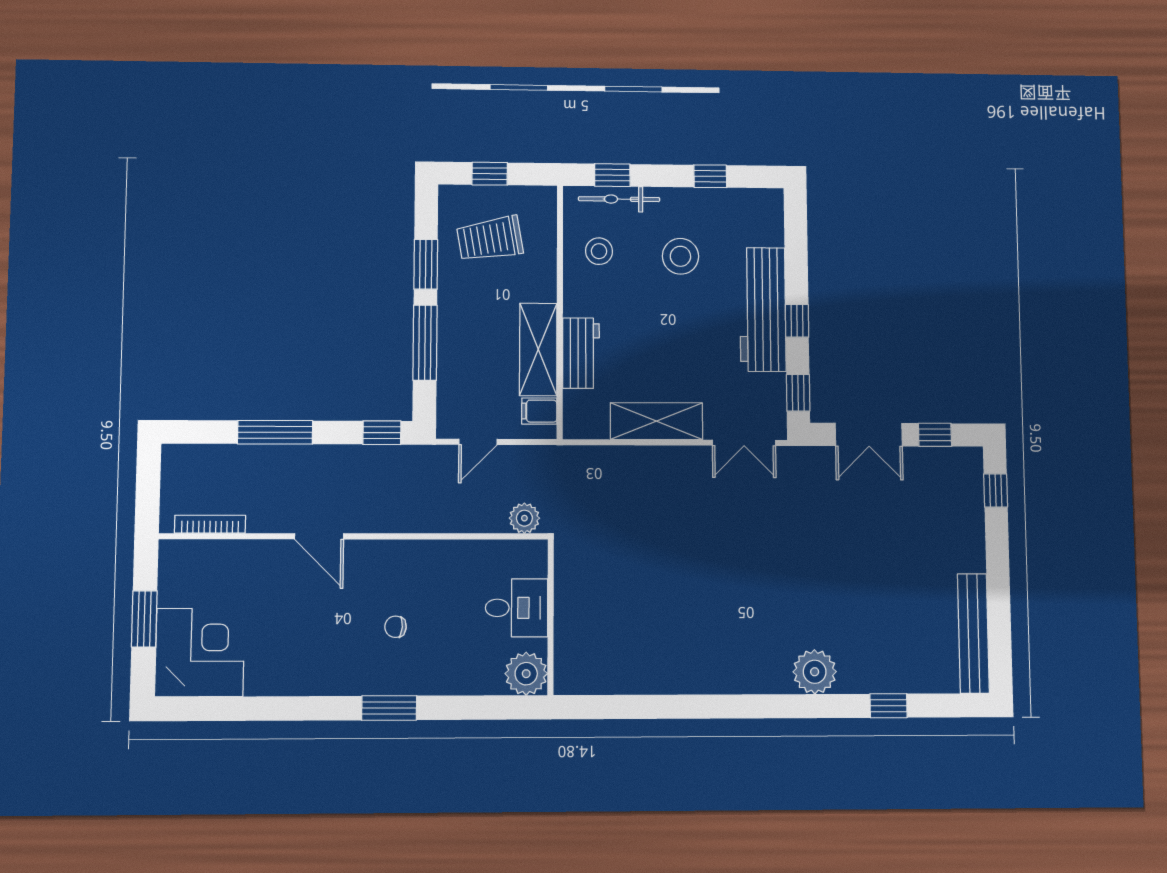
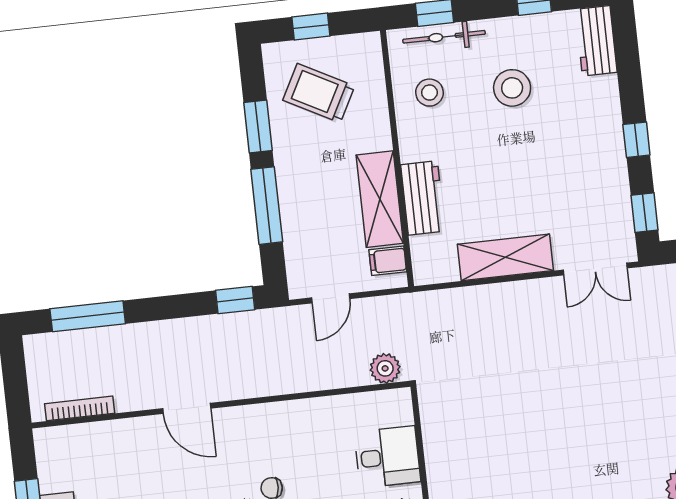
trolley: (490, 239) -> (319, 93), turned 38
workbench: (763, 309) -> (596, 41), moved, width x0.53, depth x0.76
window: (275, 432) -> (88, 316), moved

